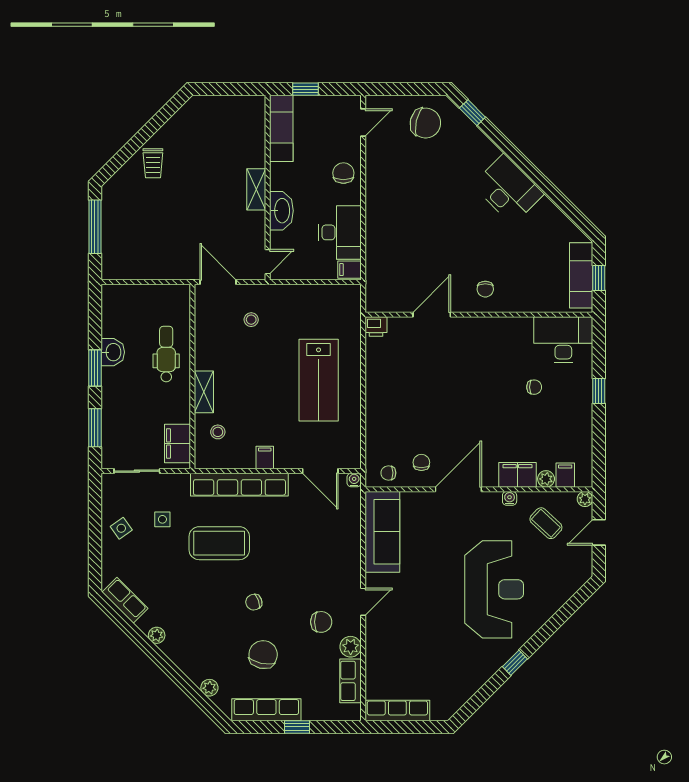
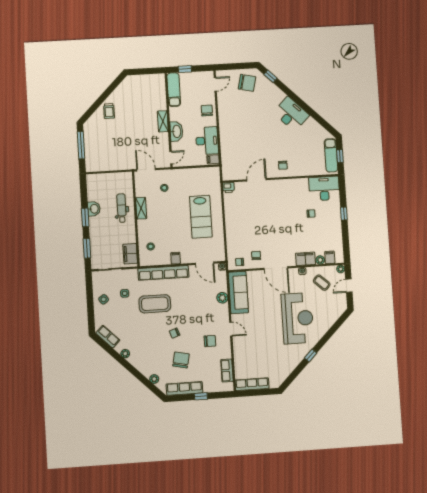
shelving: (204, 392) -> (141, 208), moved
door: (458, 489) -> (276, 268), swing flipped
door: (363, 602) -> (231, 329), hinge flipped
plant: (351, 647) -> (222, 298), moved

